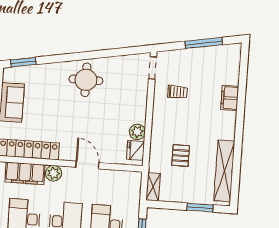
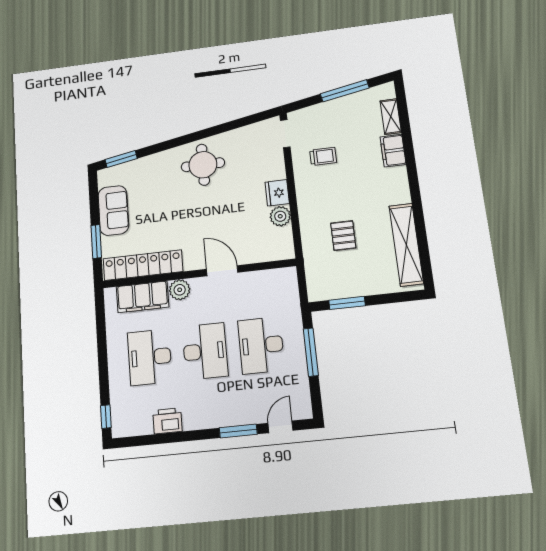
fridge: (136, 150) -> (277, 193), moved
shelving: (153, 187) -> (391, 117), moved
window: (200, 208) -> (347, 303), moved

